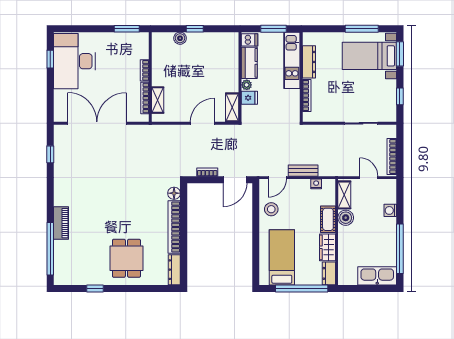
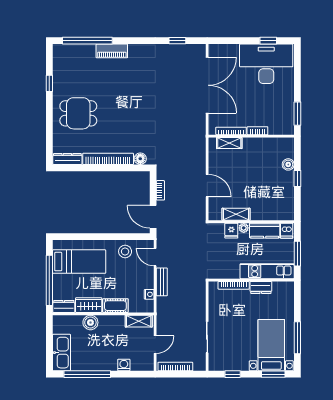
dresser: (309, 62) -> (261, 287), width x0.70
shelving: (232, 107) -> (236, 214), moved
boiler: (346, 218) -> (90, 322), moved

